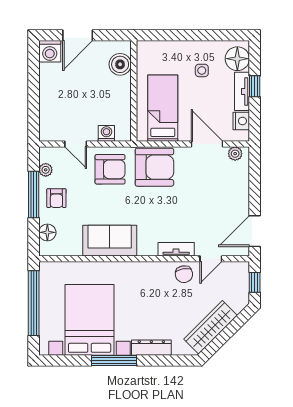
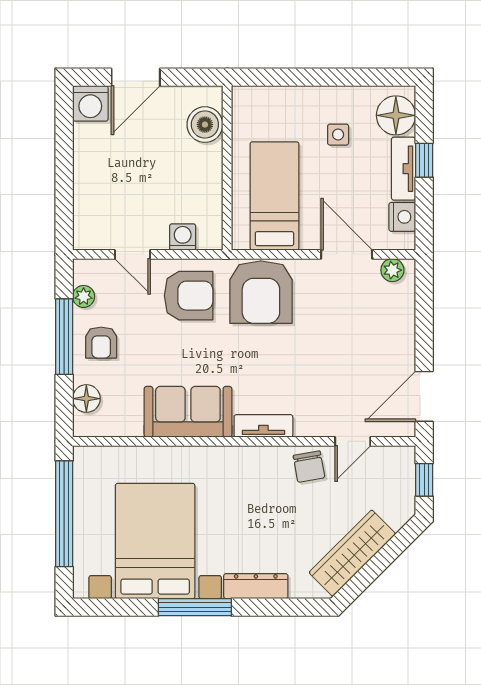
armchair: (154, 167) -> (261, 292), turned 90
tv unit: (176, 249) -> (263, 426), moved

